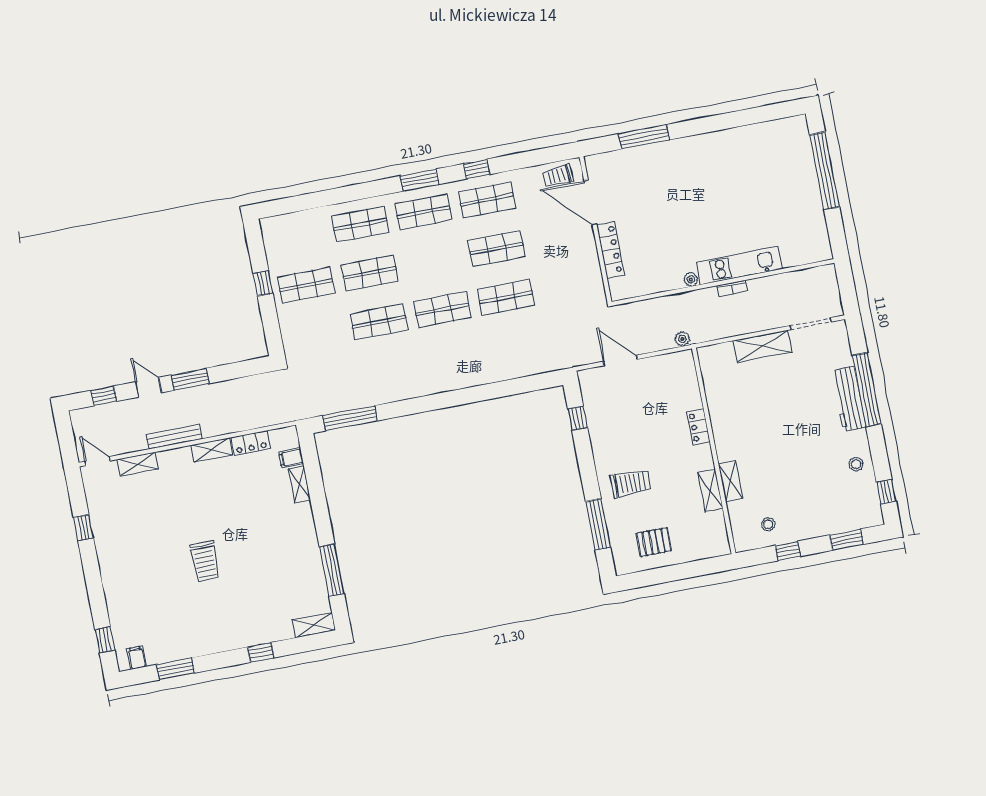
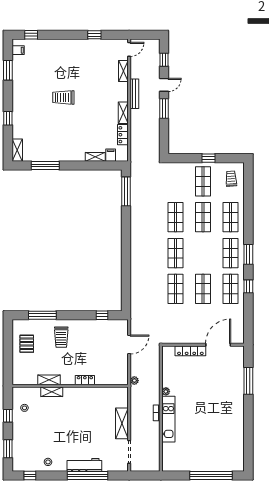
trolley: (558, 176) -> (231, 179), moved

